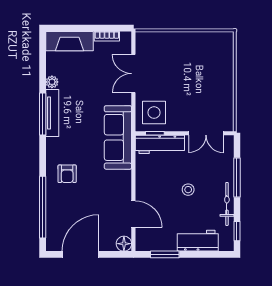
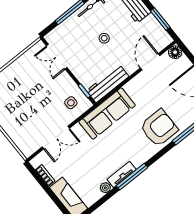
tv unit: (52, 113) -> (122, 174), width x0.71
side table: (154, 113) -> (71, 103), width x0.54, depth x0.54
double door: (206, 133) -> (57, 57), swing flipped
workbench: (160, 144) -> (108, 84), moved, turned -90
armchair: (67, 174) -> (159, 128), width x1.88, depth x1.88

